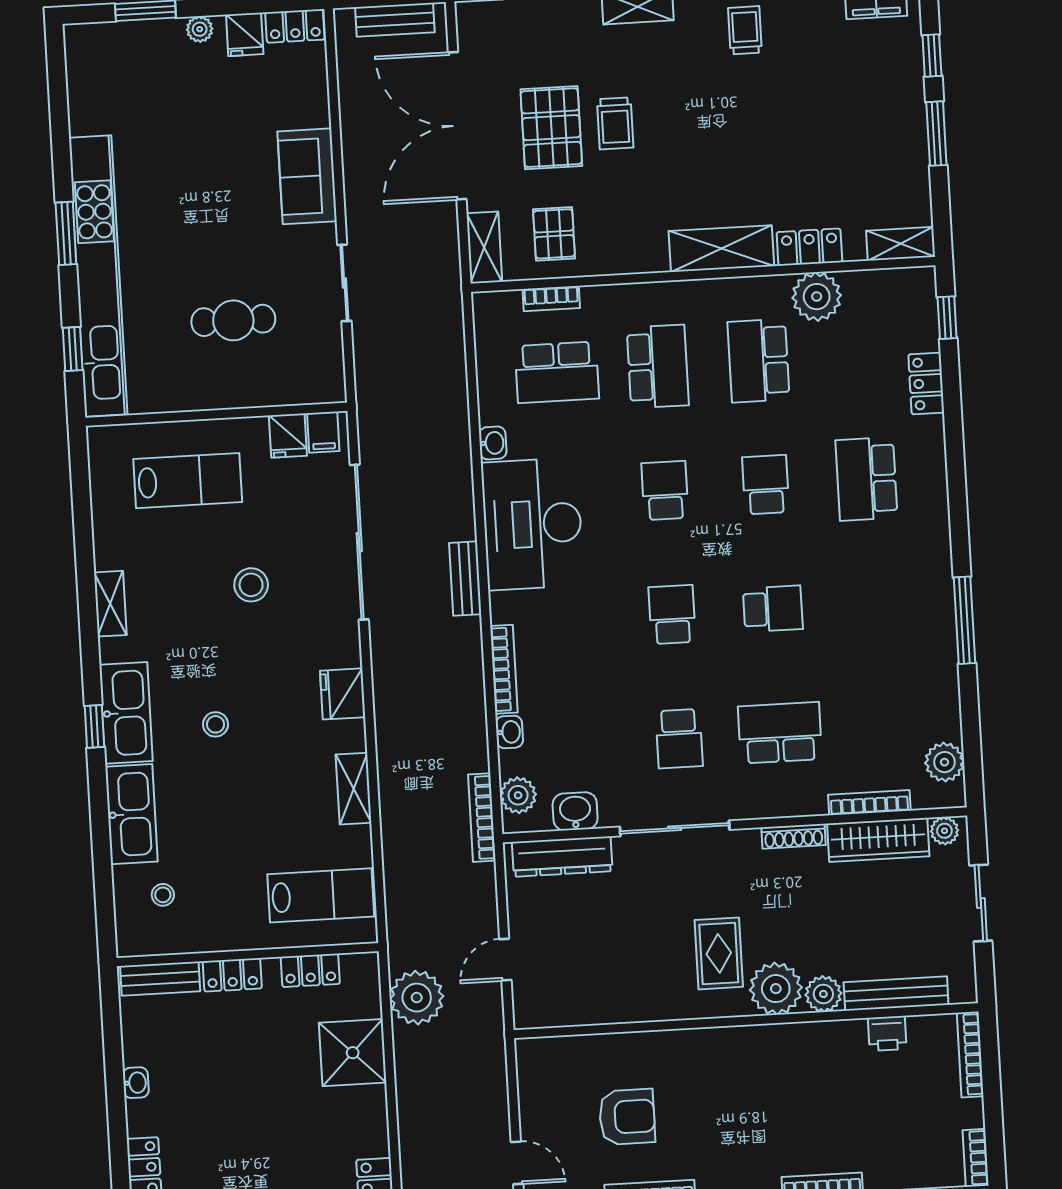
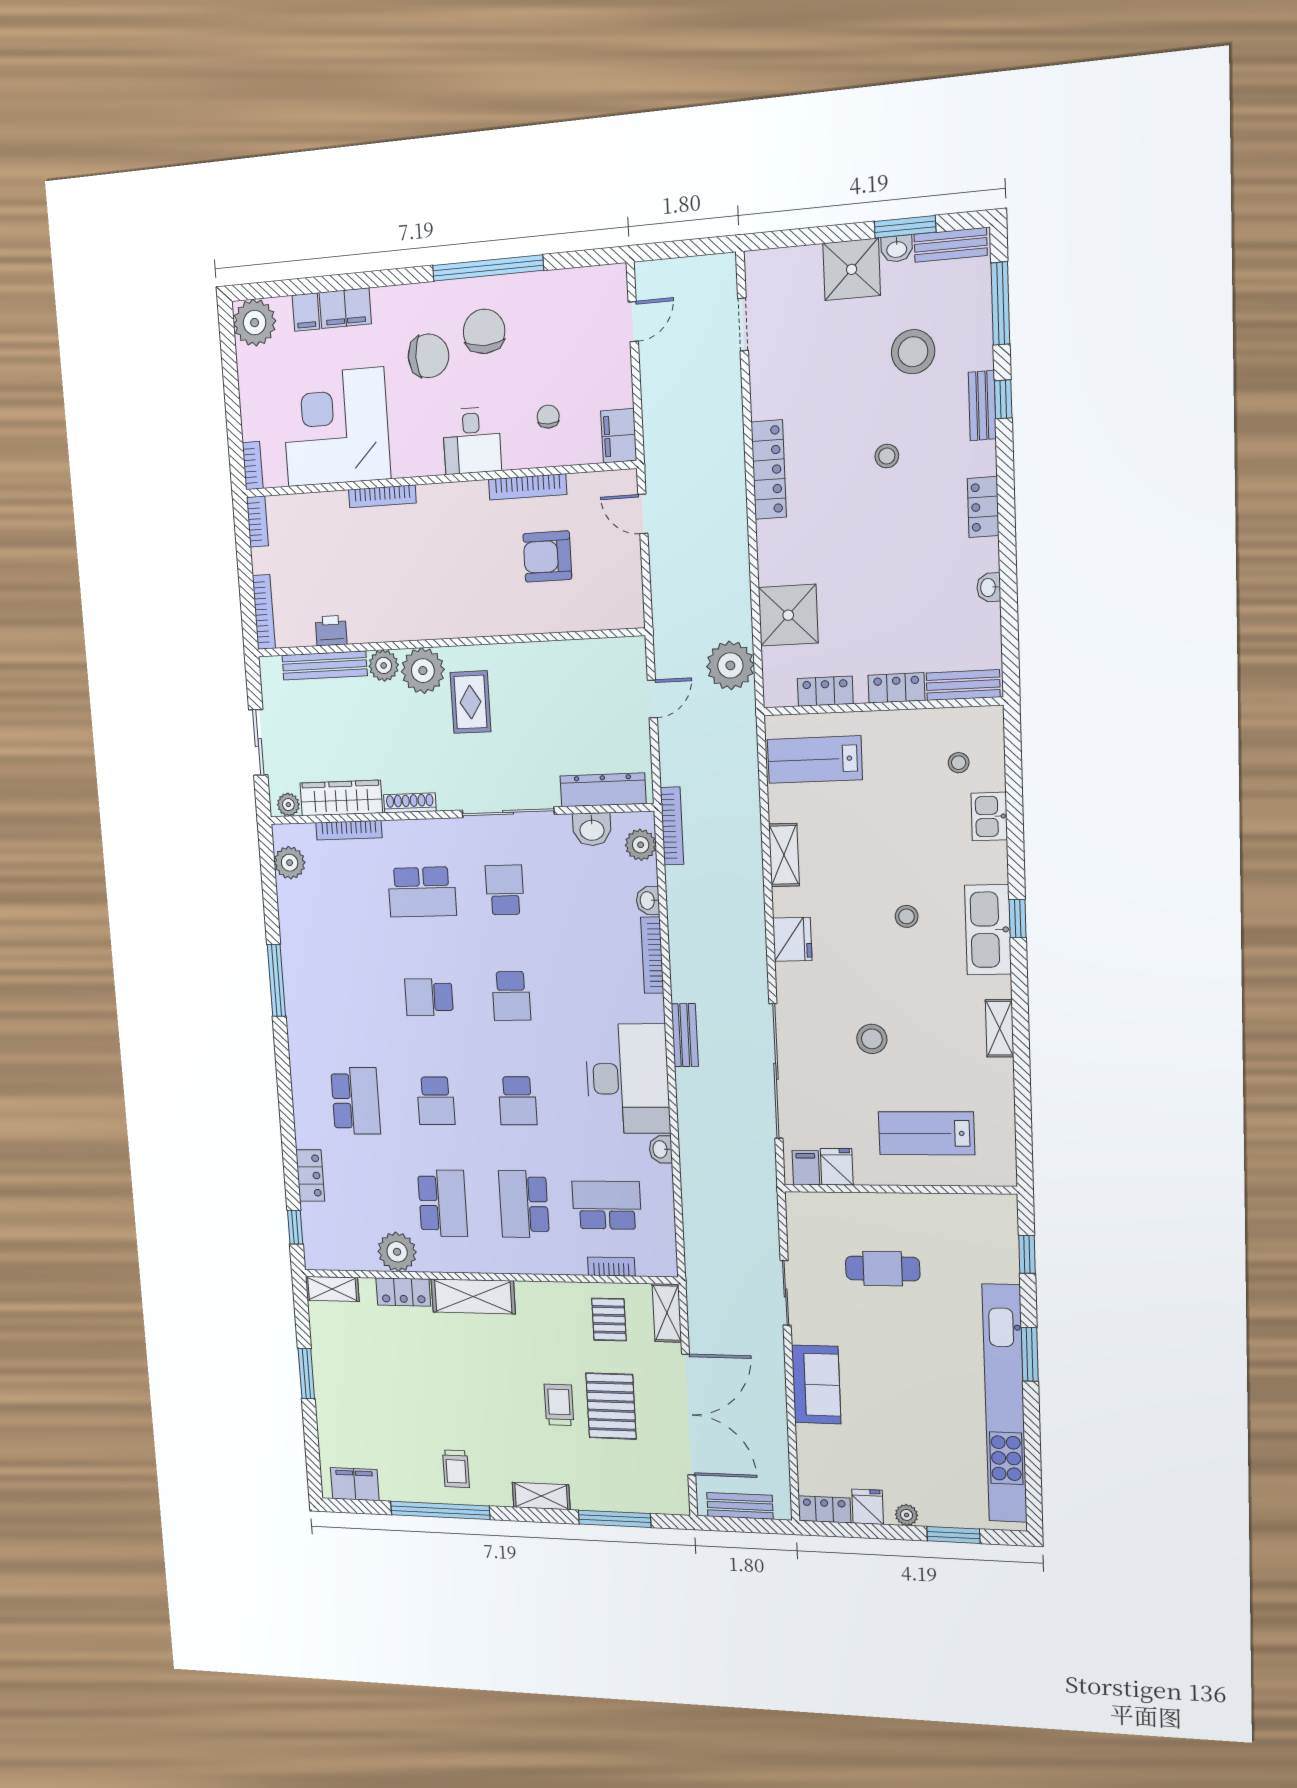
window: (932, 56) -> (311, 1435), removed
kitchen unit: (98, 276) -> (1005, 1404), moved
kitchen sink: (131, 814) -> (989, 816), width x0.53, depth x0.81

